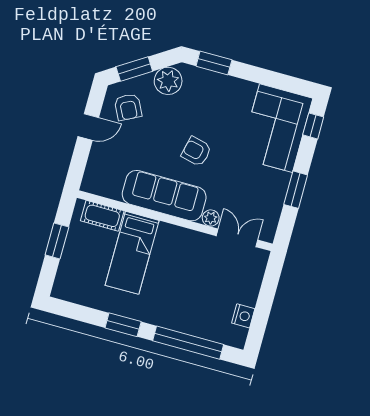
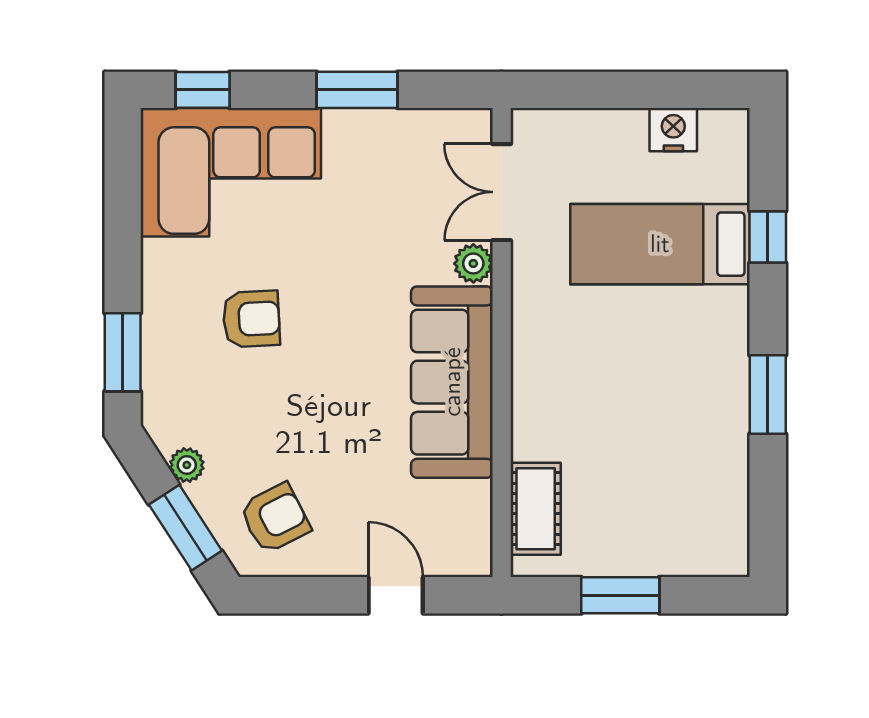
plant: (168, 81) -> (187, 465), width x0.53, depth x0.53
door: (88, 127) -> (396, 595), moved
armchair: (196, 151) -> (251, 319), moved, turned -106
bed: (132, 253) -> (660, 244), moved, turned 180
window: (188, 343) -> (768, 237), width x0.32

